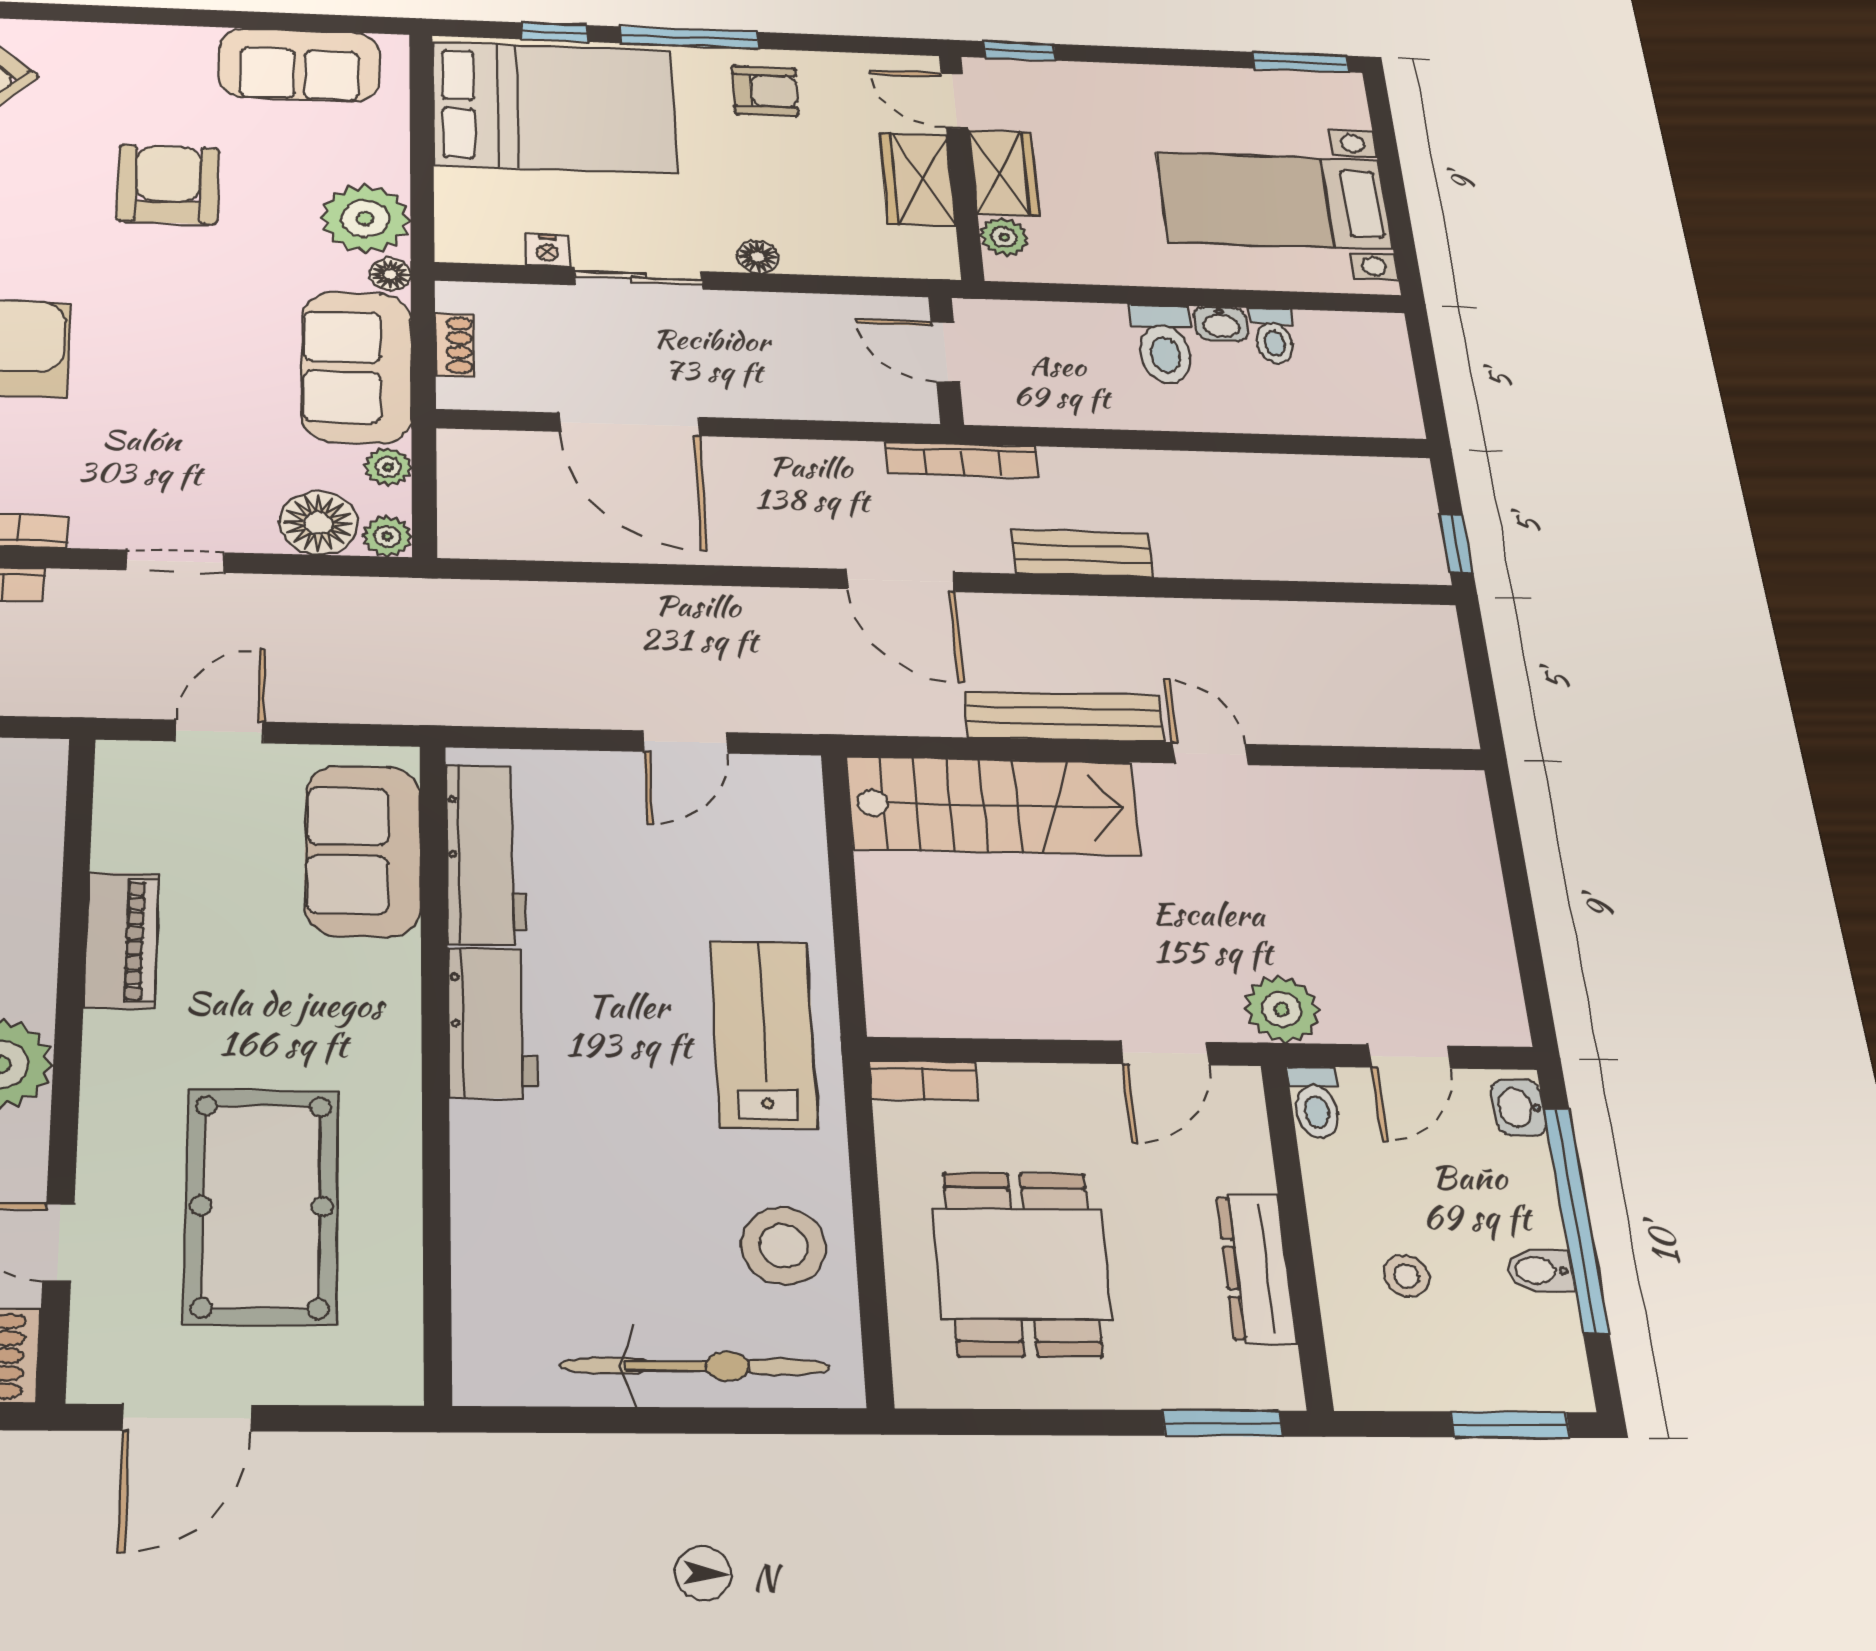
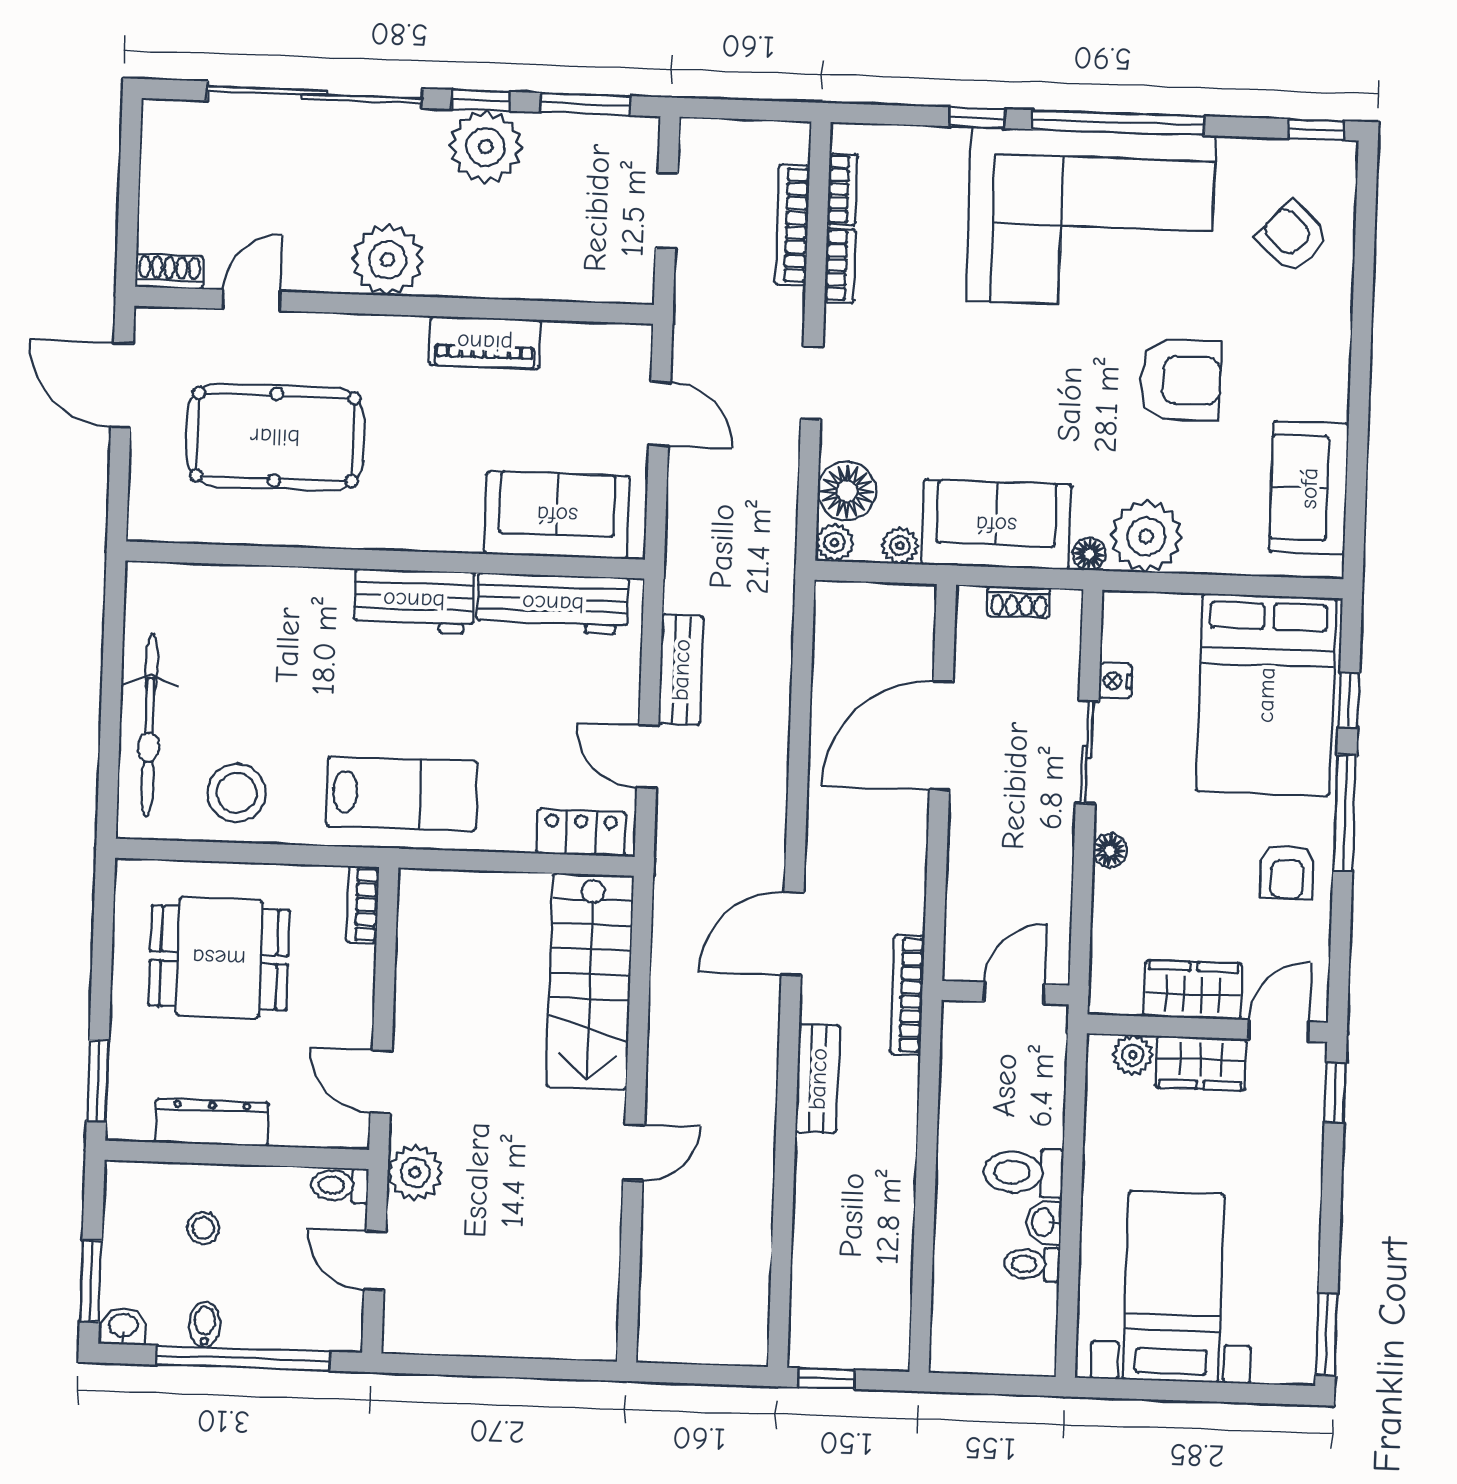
bench: (1064, 716) -> (681, 670), moved, width x0.73
locker: (795, 818) -> (581, 833), added
washbasin: (1519, 1108) -> (123, 1326), moved

